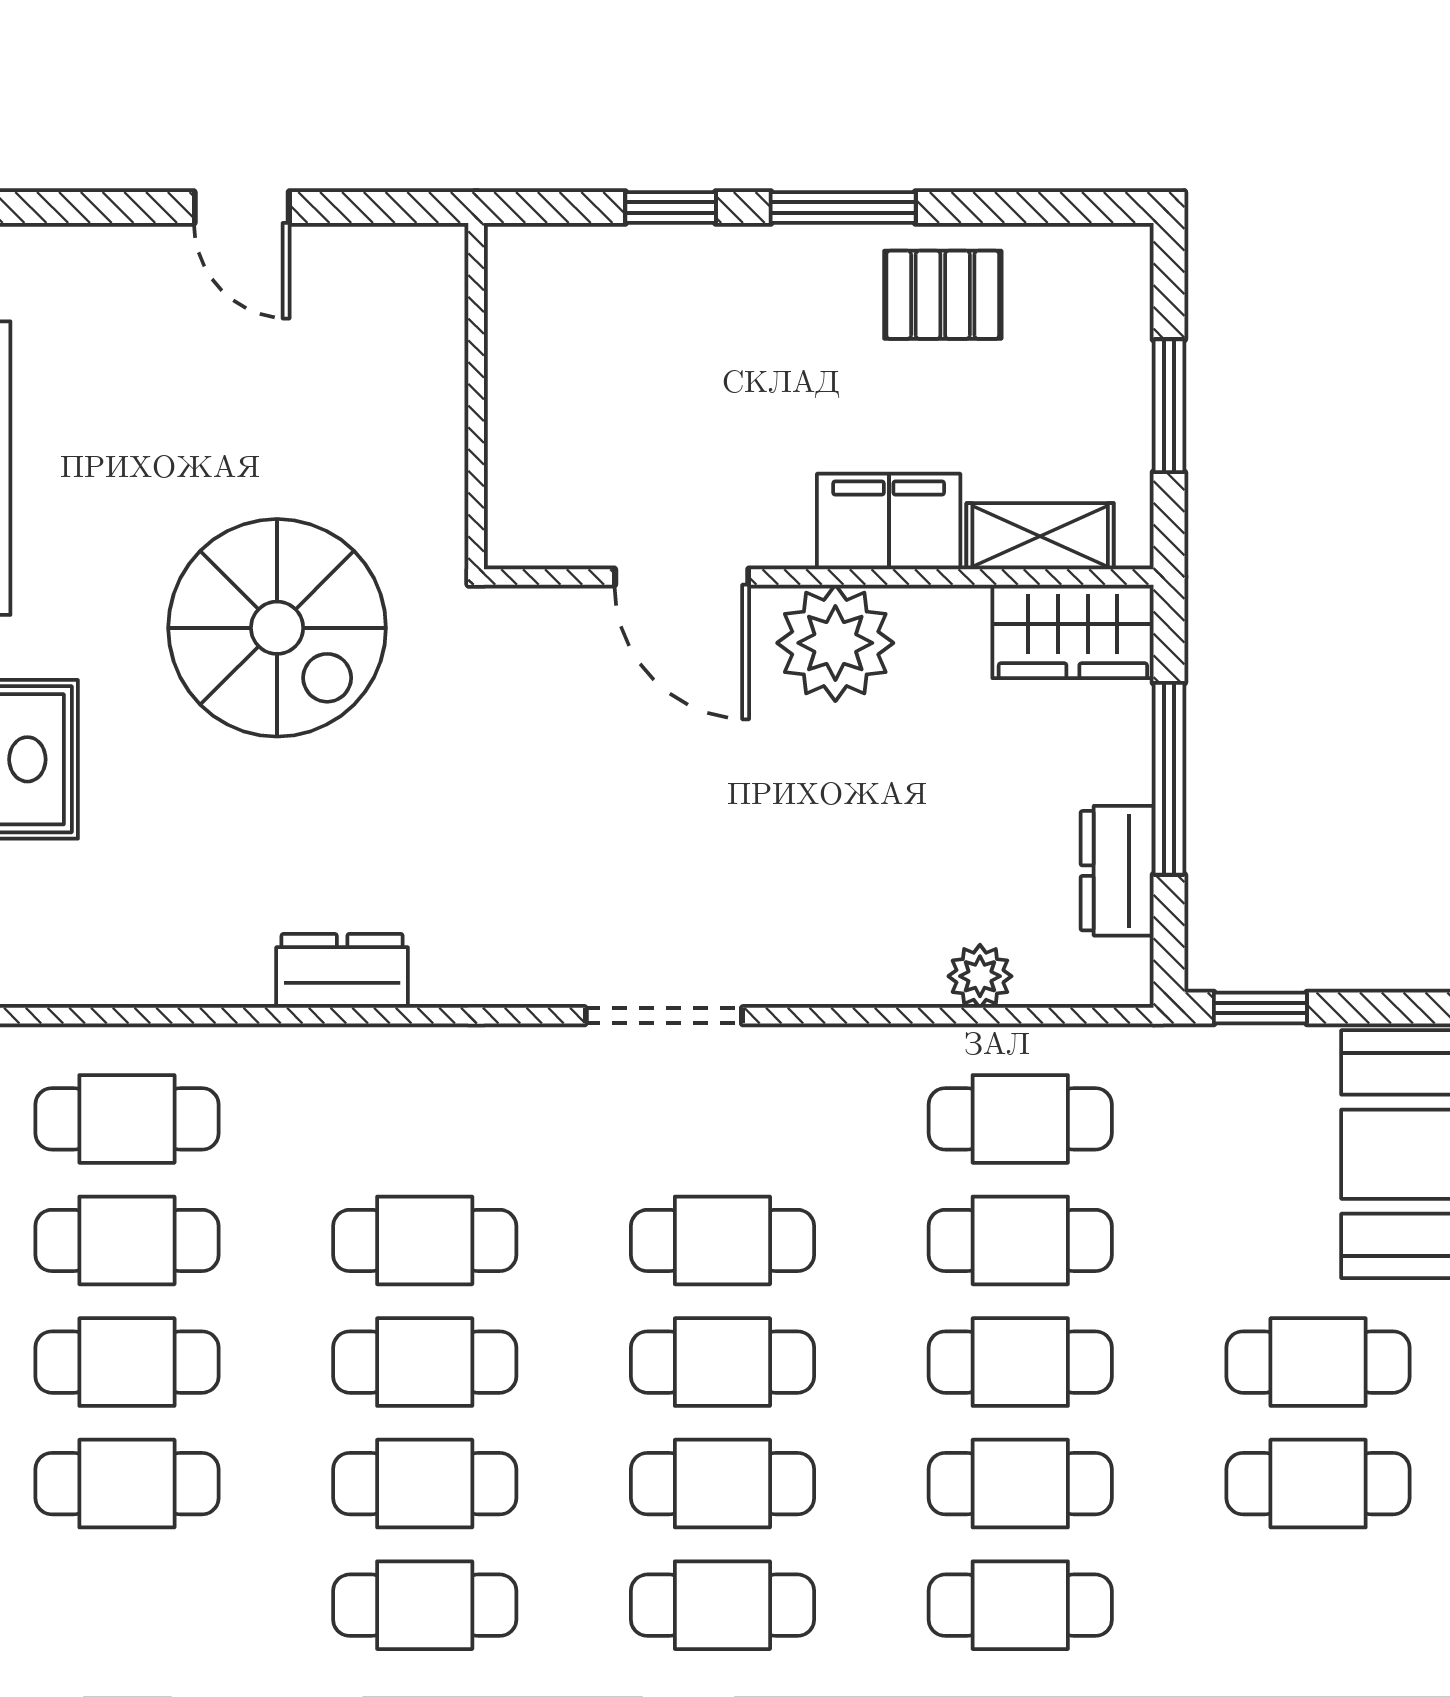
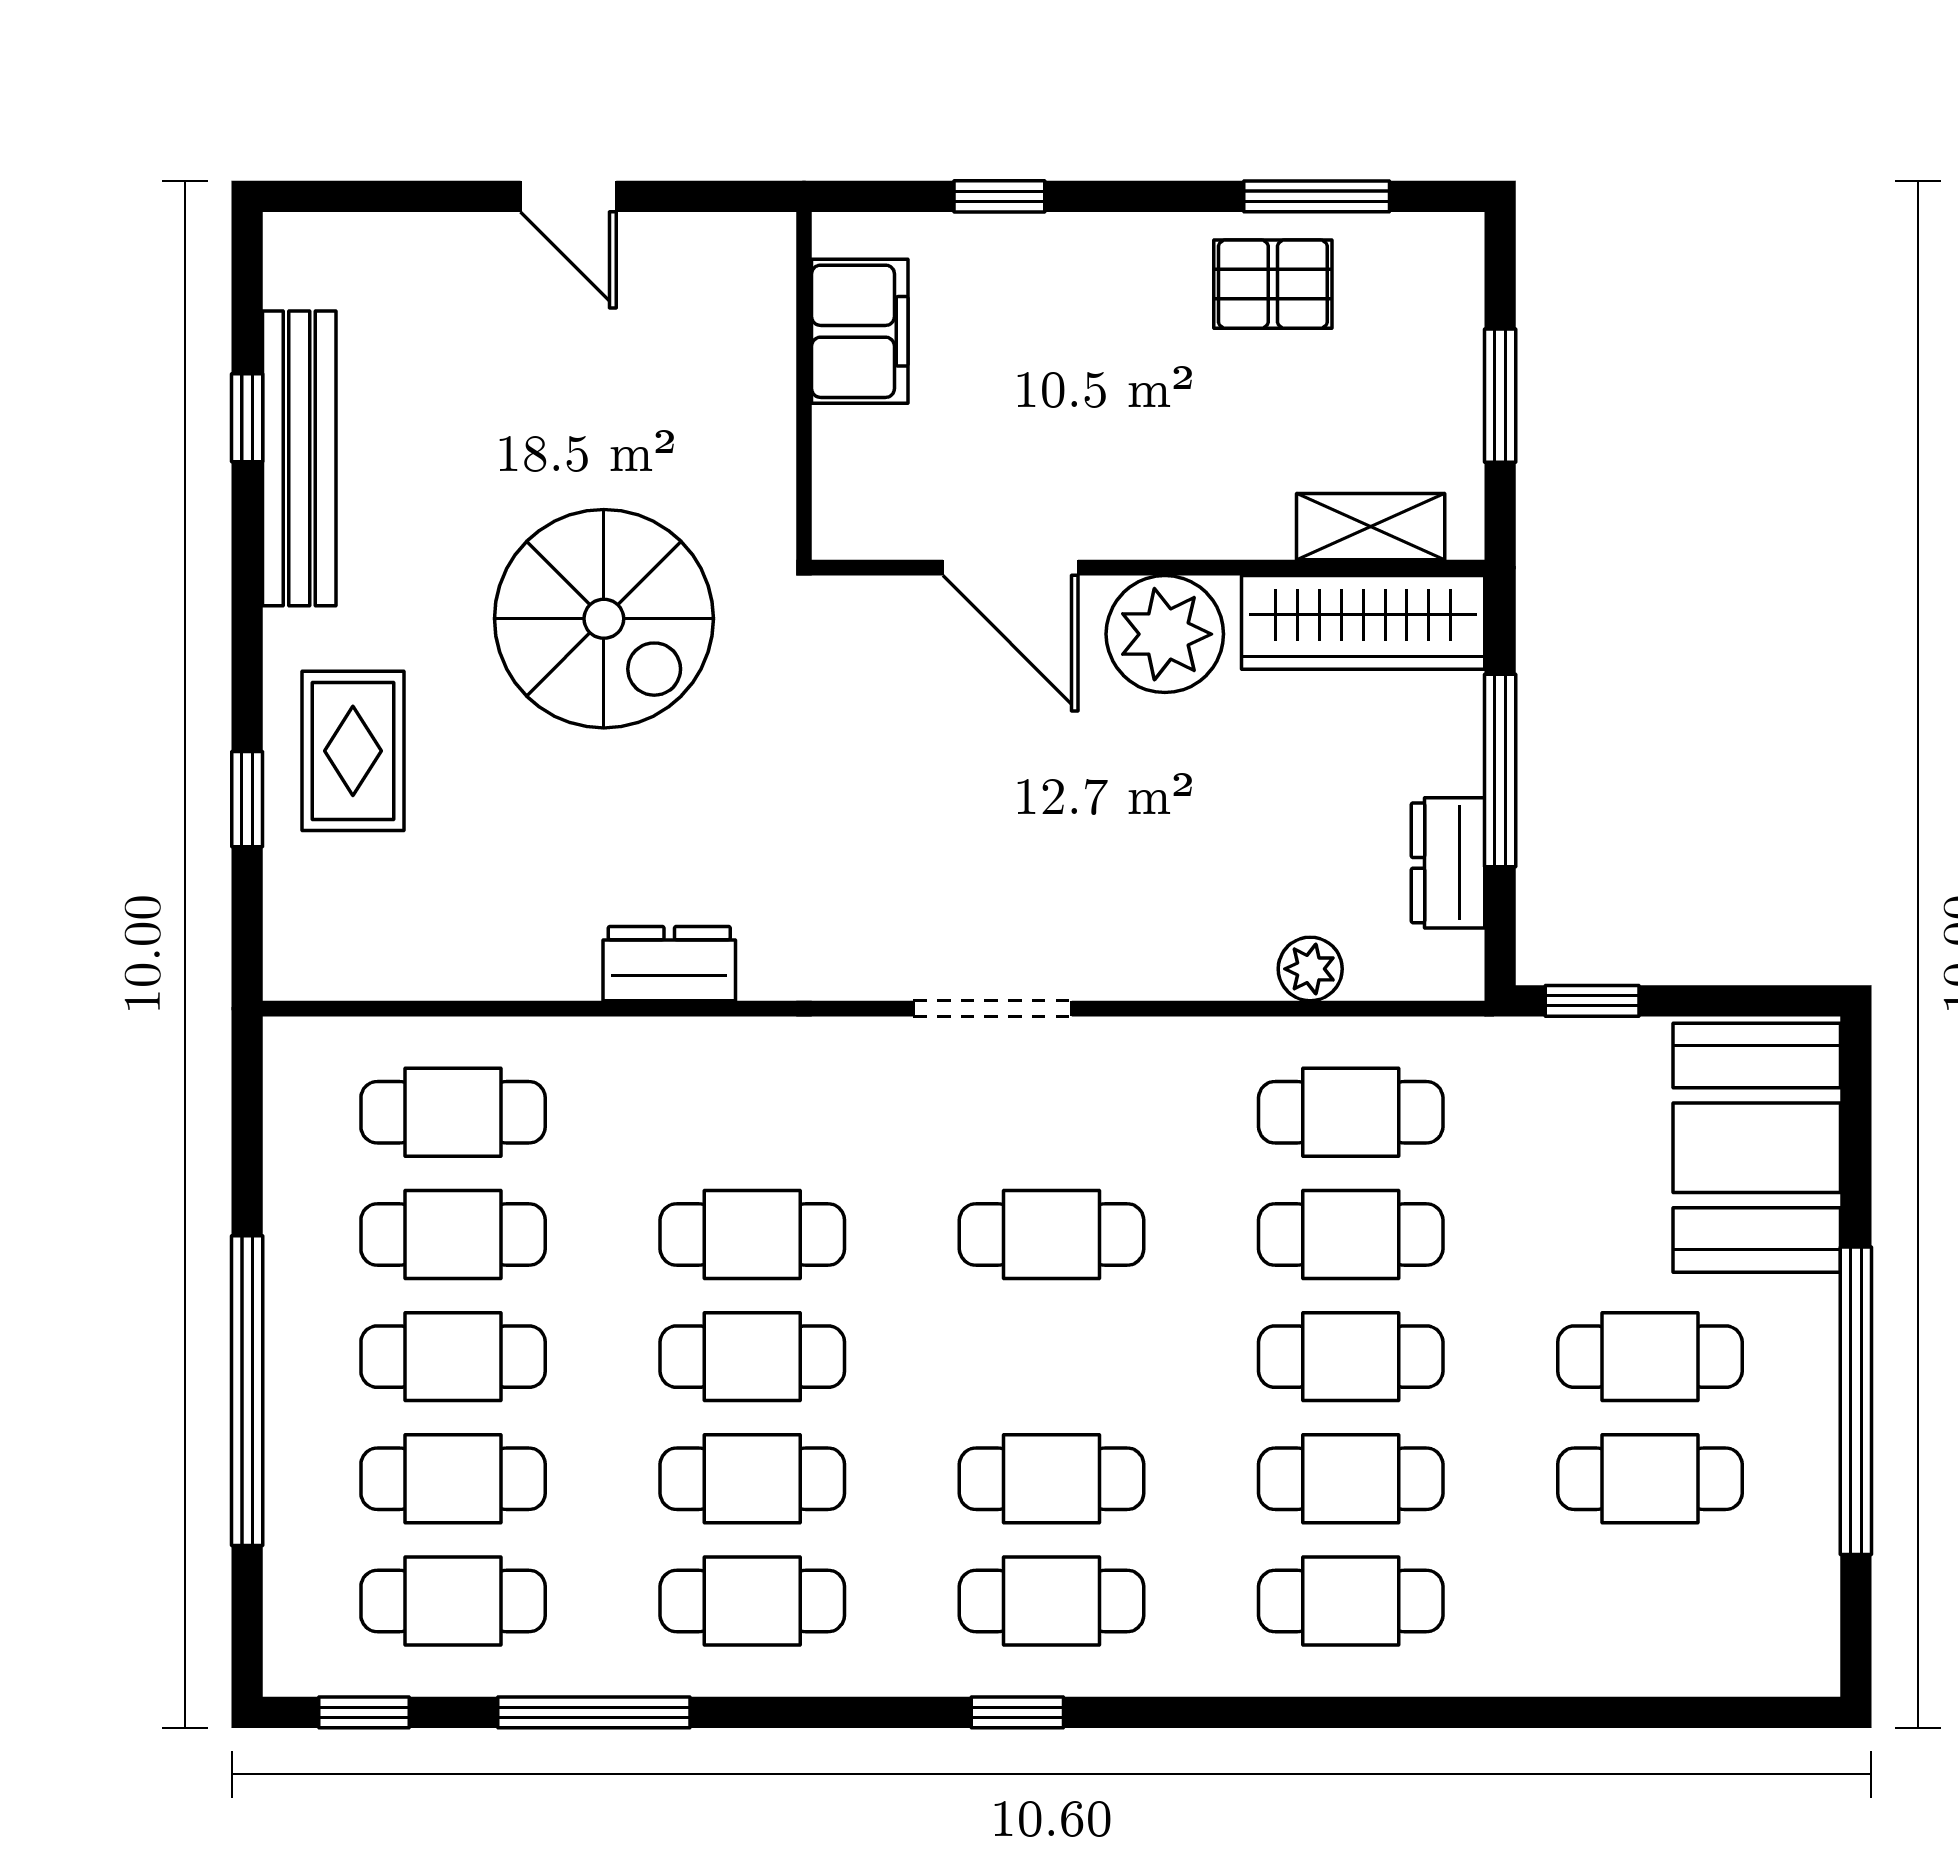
window: (843, 207) -> (1317, 196), moved
filing cabinet: (889, 521) -> (860, 331), moved, turned 90
wardrobe: (1073, 631) -> (1363, 622), width x1.50
cafe table: (722, 1362) -> (453, 1601), moved

